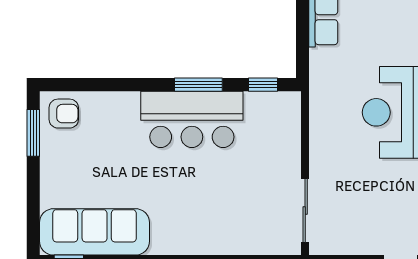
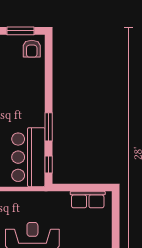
bar counter: (192, 119) -> (28, 157), moved

